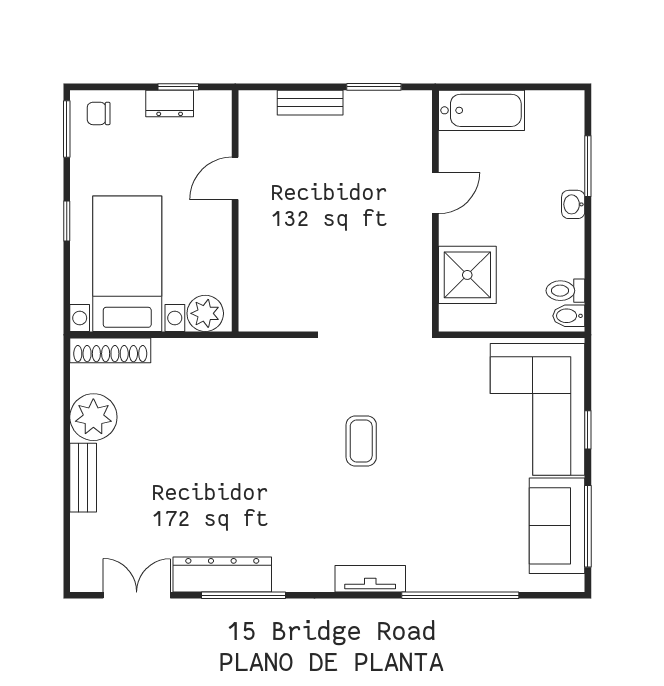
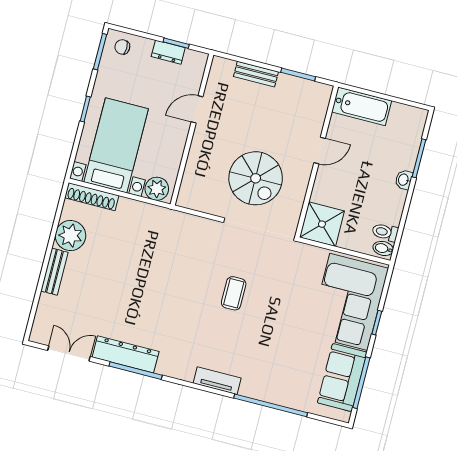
spiral stairs: (350, 260) -> (256, 178), added
shower: (467, 275) -> (322, 224), moved

